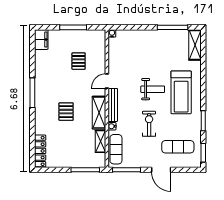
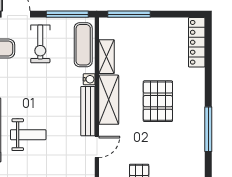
weight bench: (153, 89) -> (28, 135), turned 180
pallet: (66, 112) -> (158, 101), width x1.50, depth x1.42
exercise bike: (149, 124) -> (40, 44), moved

